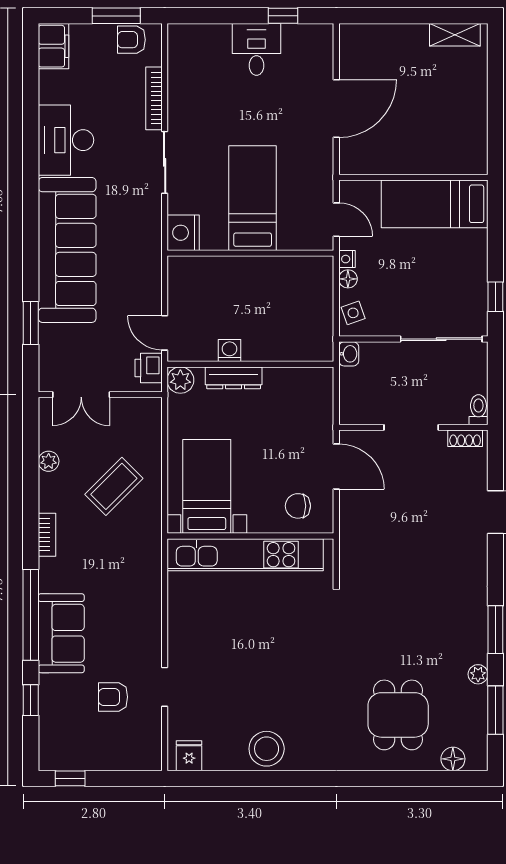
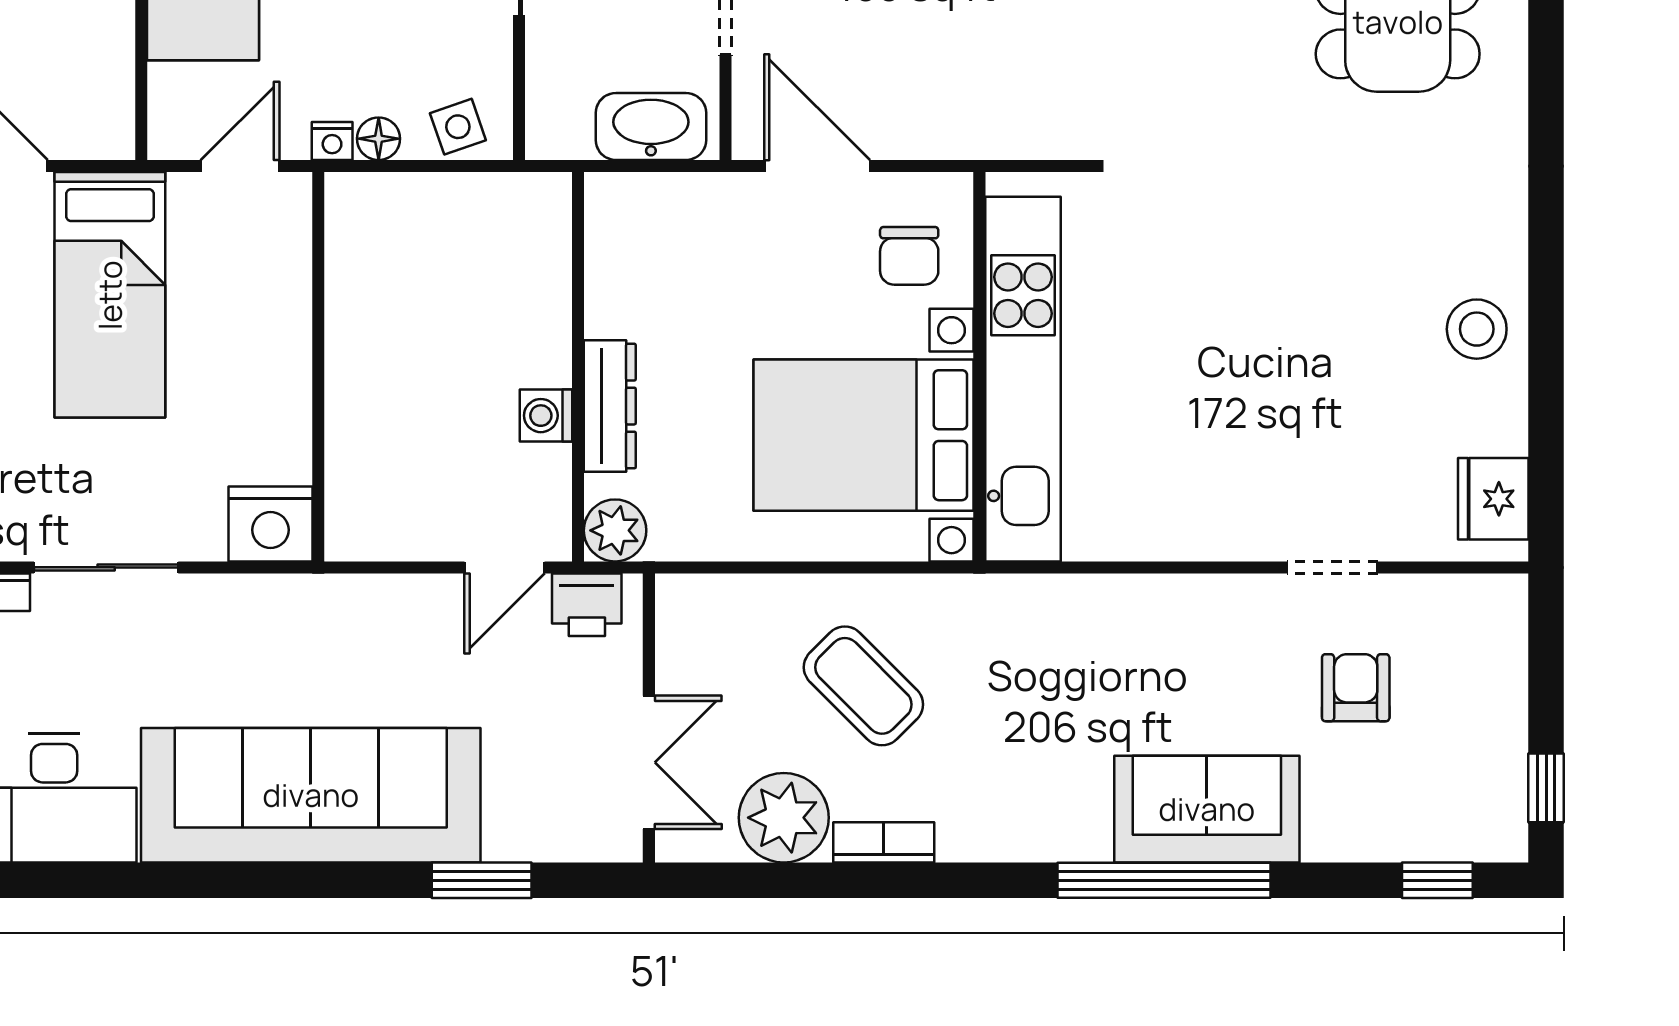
bed: (253, 198) -> (110, 295), moved, turned -90
washbasin: (349, 354) -> (651, 127), moved, width x1.91, depth x1.45
plant: (49, 461) -> (784, 818), width x1.88, depth x1.88
door: (336, 467) -> (817, 166), hinge flipped
bed with nightstands: (207, 486) -> (864, 435), width x1.36
bookcase: (47, 535) -> (884, 842), moved
armchair: (113, 697) -> (1356, 688), turned 180
window: (31, 700) -> (1437, 880), moved
stool: (267, 749) -> (1477, 329), width x0.73, depth x0.73
fridge: (189, 756) -> (1493, 499), width x1.38

